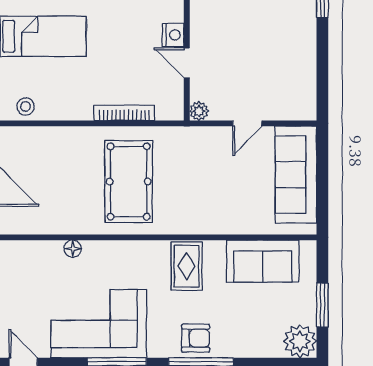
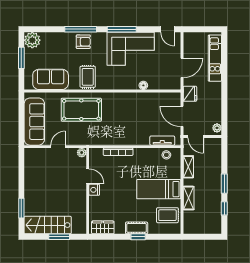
tv unit: (34, 136) -> (162, 141), added
pool table: (129, 182) -> (81, 110), moved, turned 90
armchair: (196, 338) -> (83, 42), turned 180

